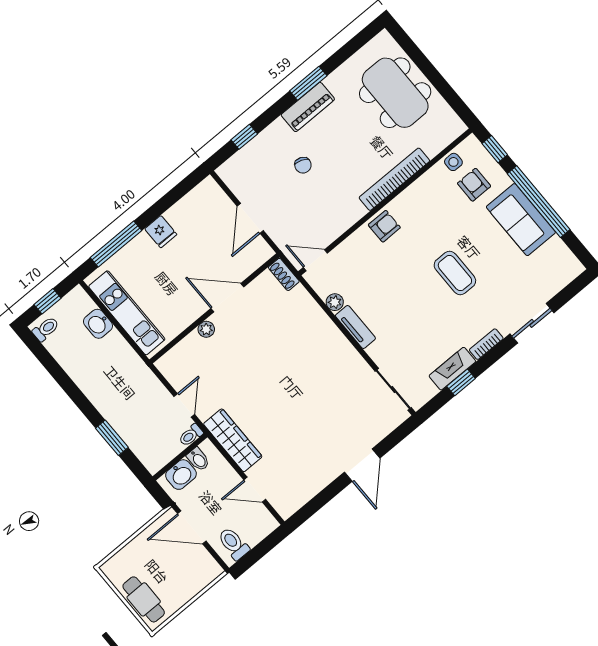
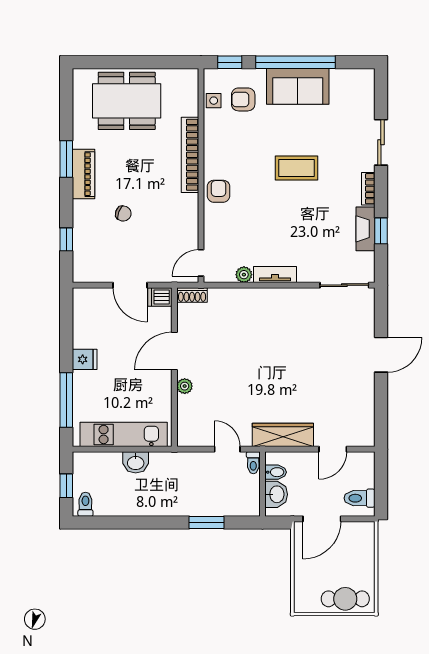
dishwasher: (261, 250) -> (160, 297), added
washbasin: (98, 324) -> (136, 462), moved
door: (362, 465) -> (381, 355), hinge flipped

